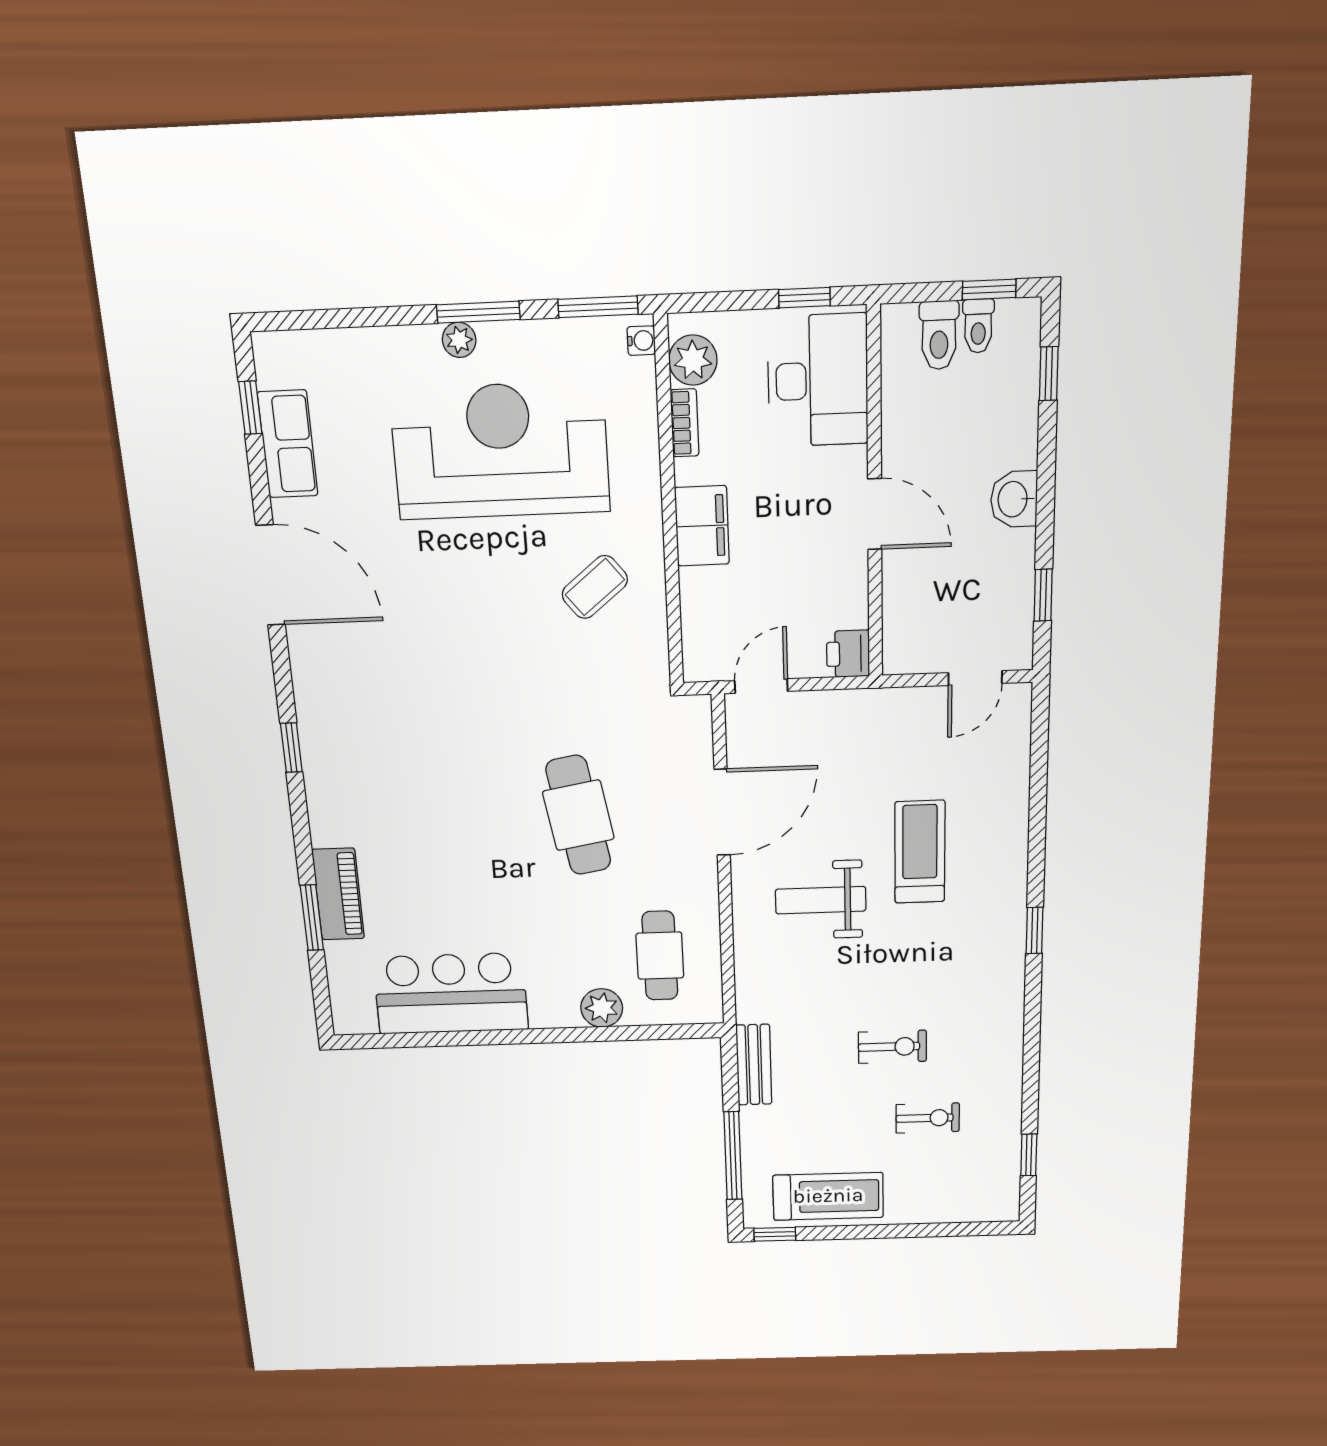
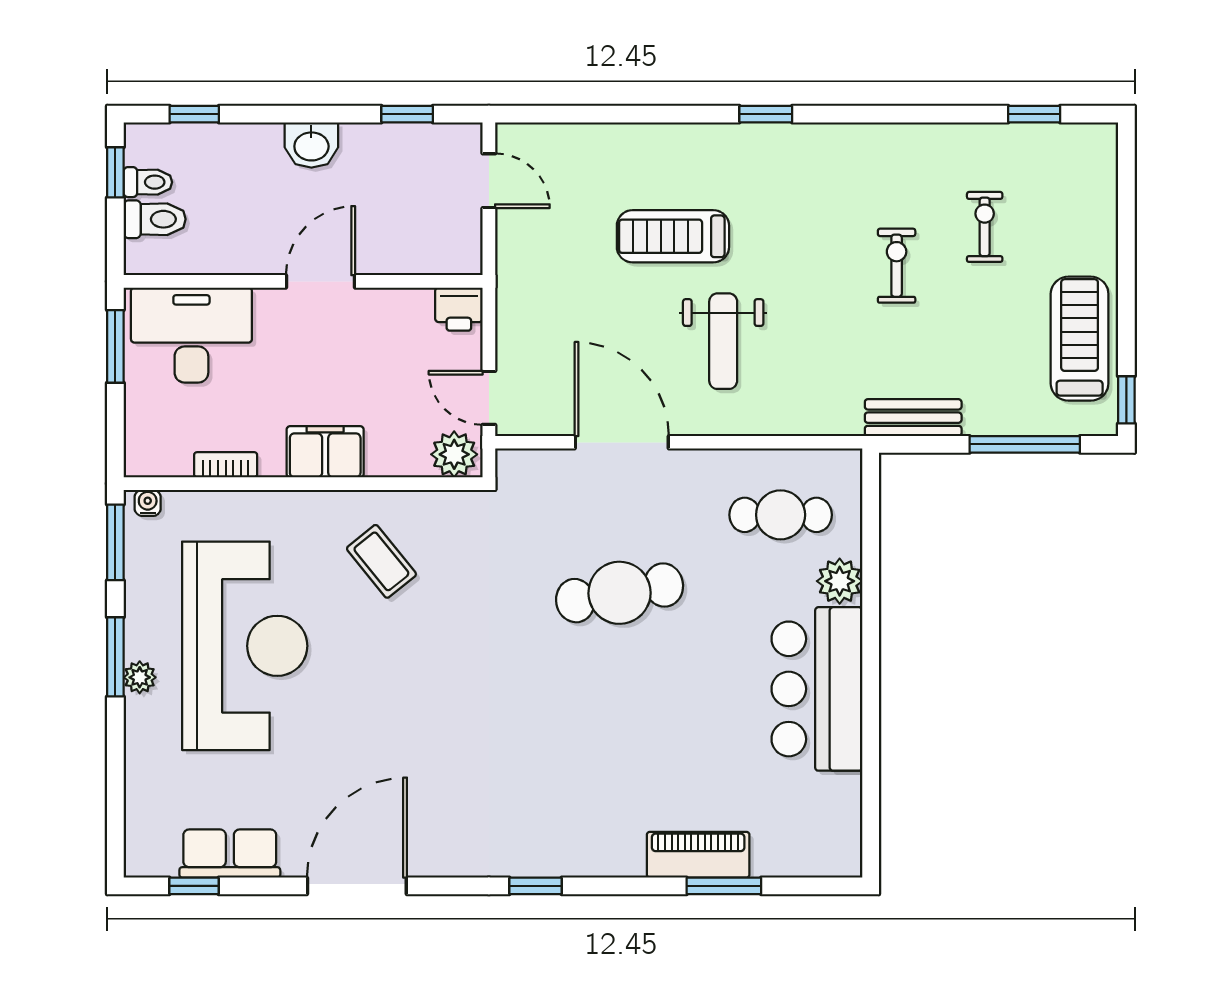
window: (804, 298) -> (115, 346), width x1.50
plant: (693, 360) -> (454, 454), moved
reception desk: (500, 451) -> (245, 646), turned 180
bar counter: (451, 993) -> (817, 689), moved

